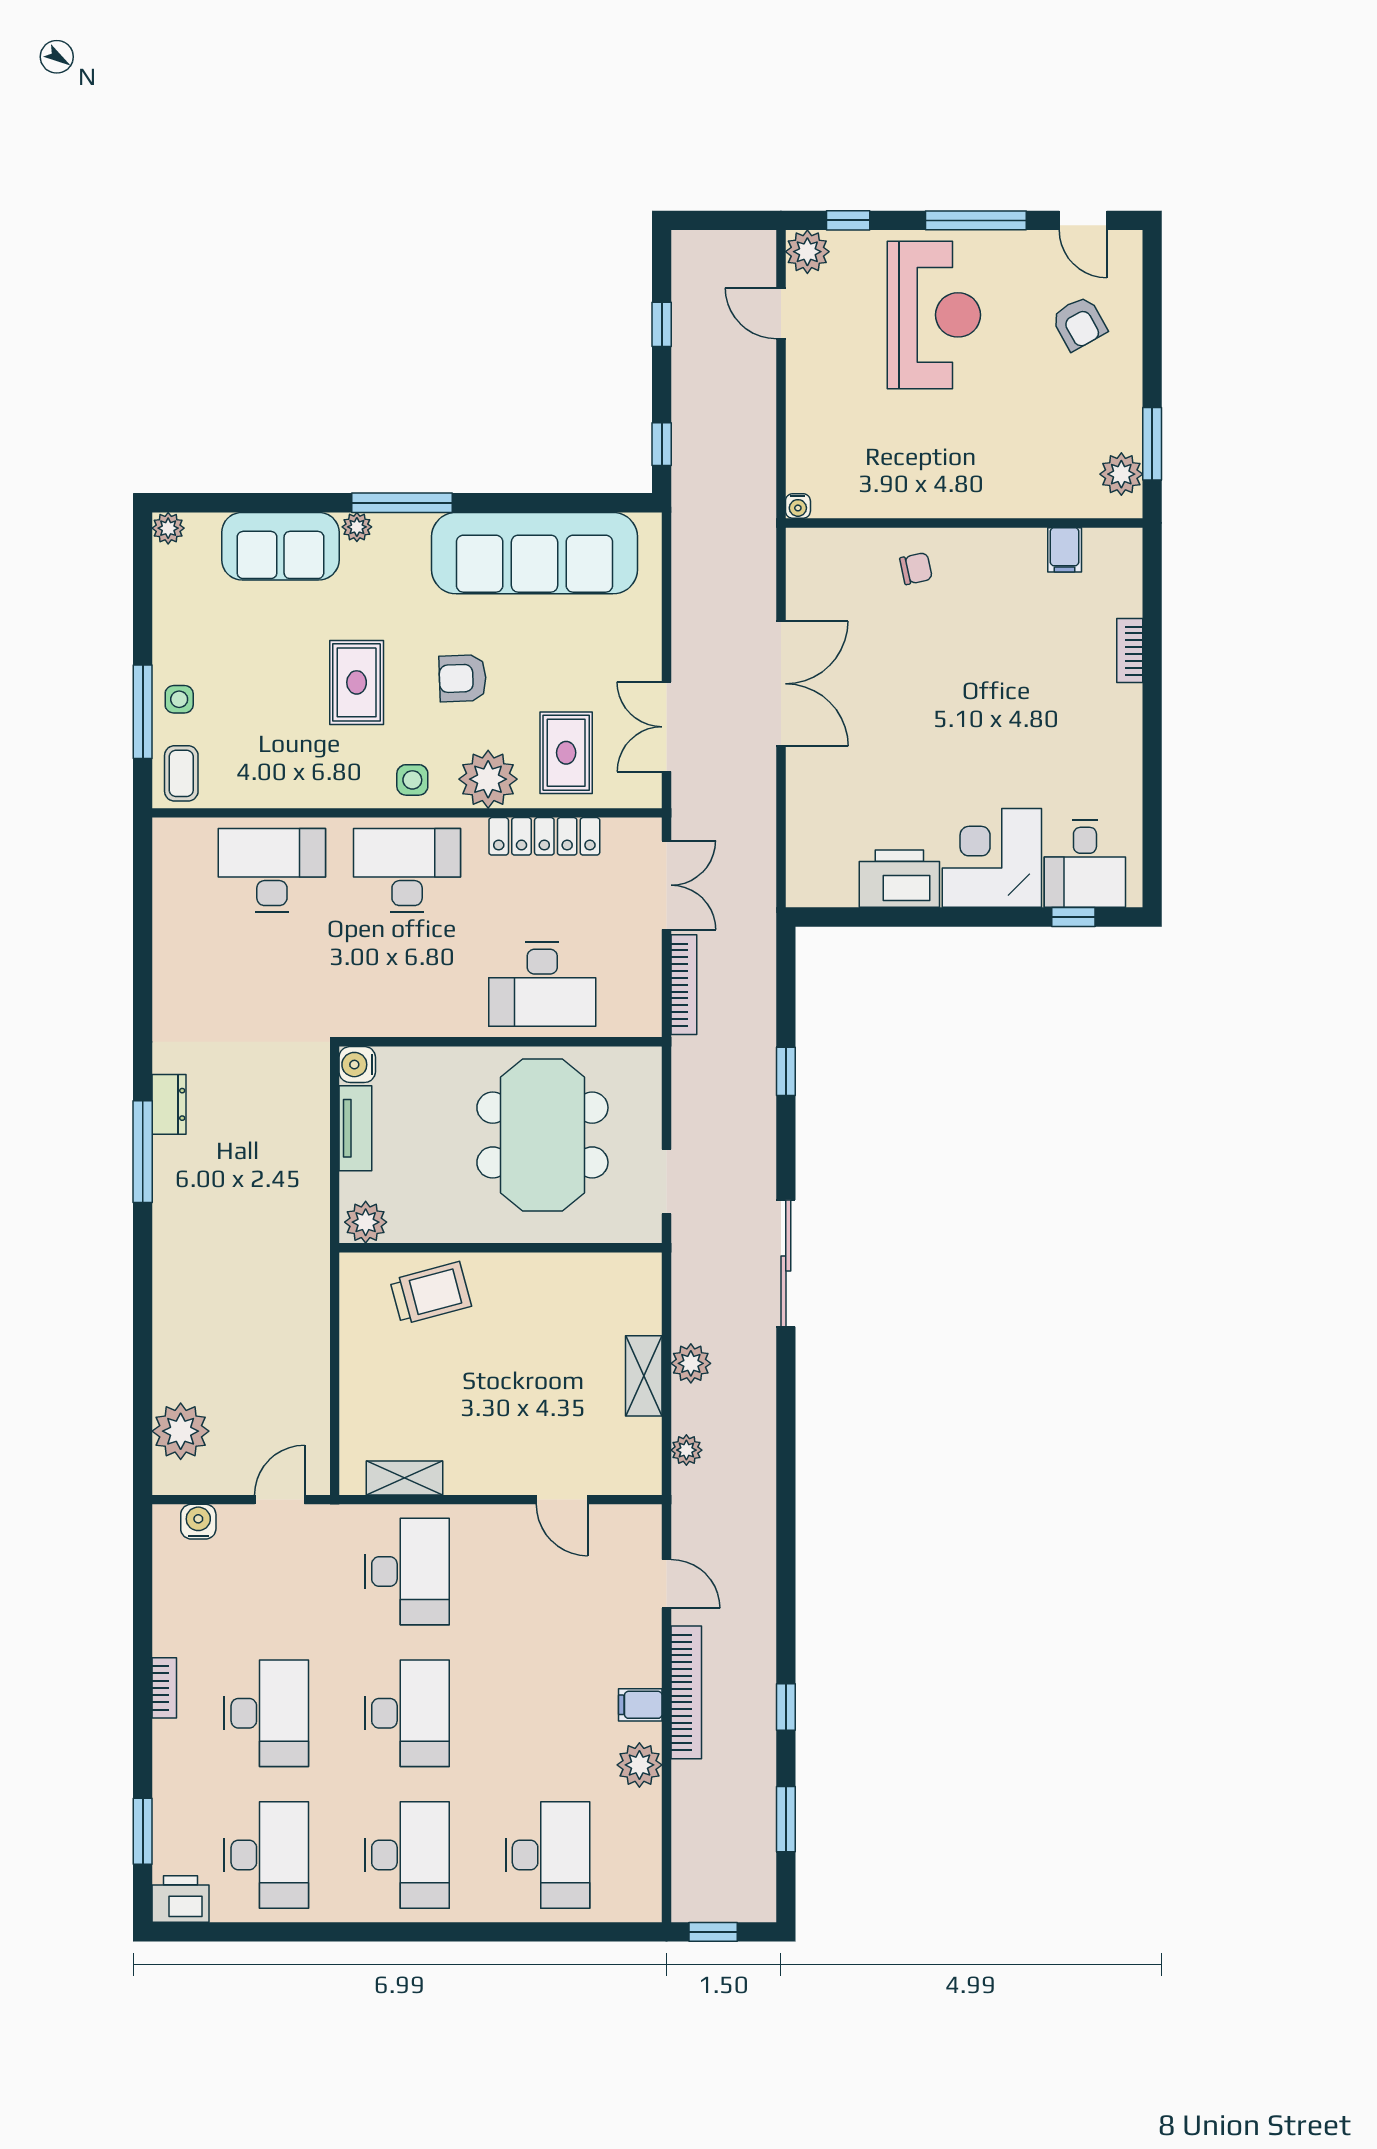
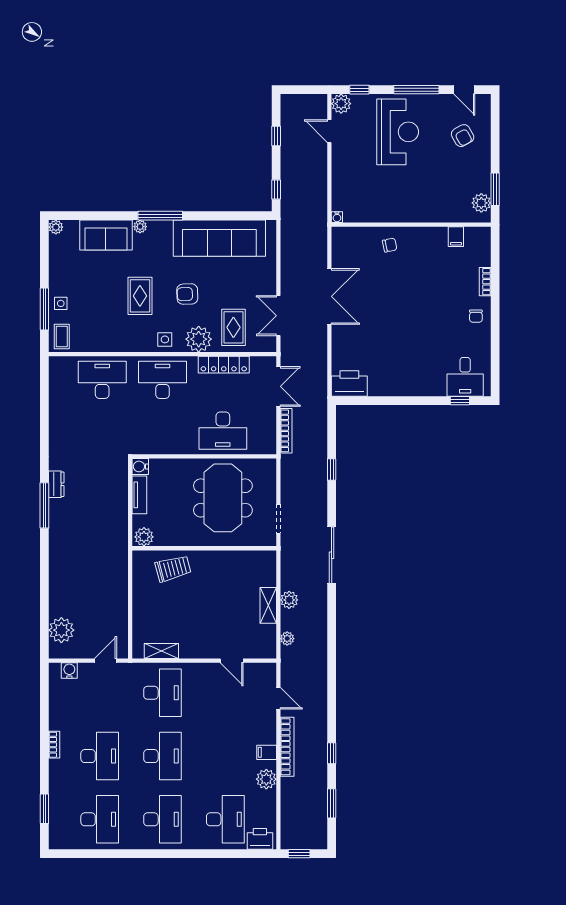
chair: (1109, 728) -> (476, 316), added
corner desk: (992, 858) -> (424, 374), removed
printer: (899, 879) -> (349, 384), moved
printer: (181, 1899) -> (260, 839), moved

